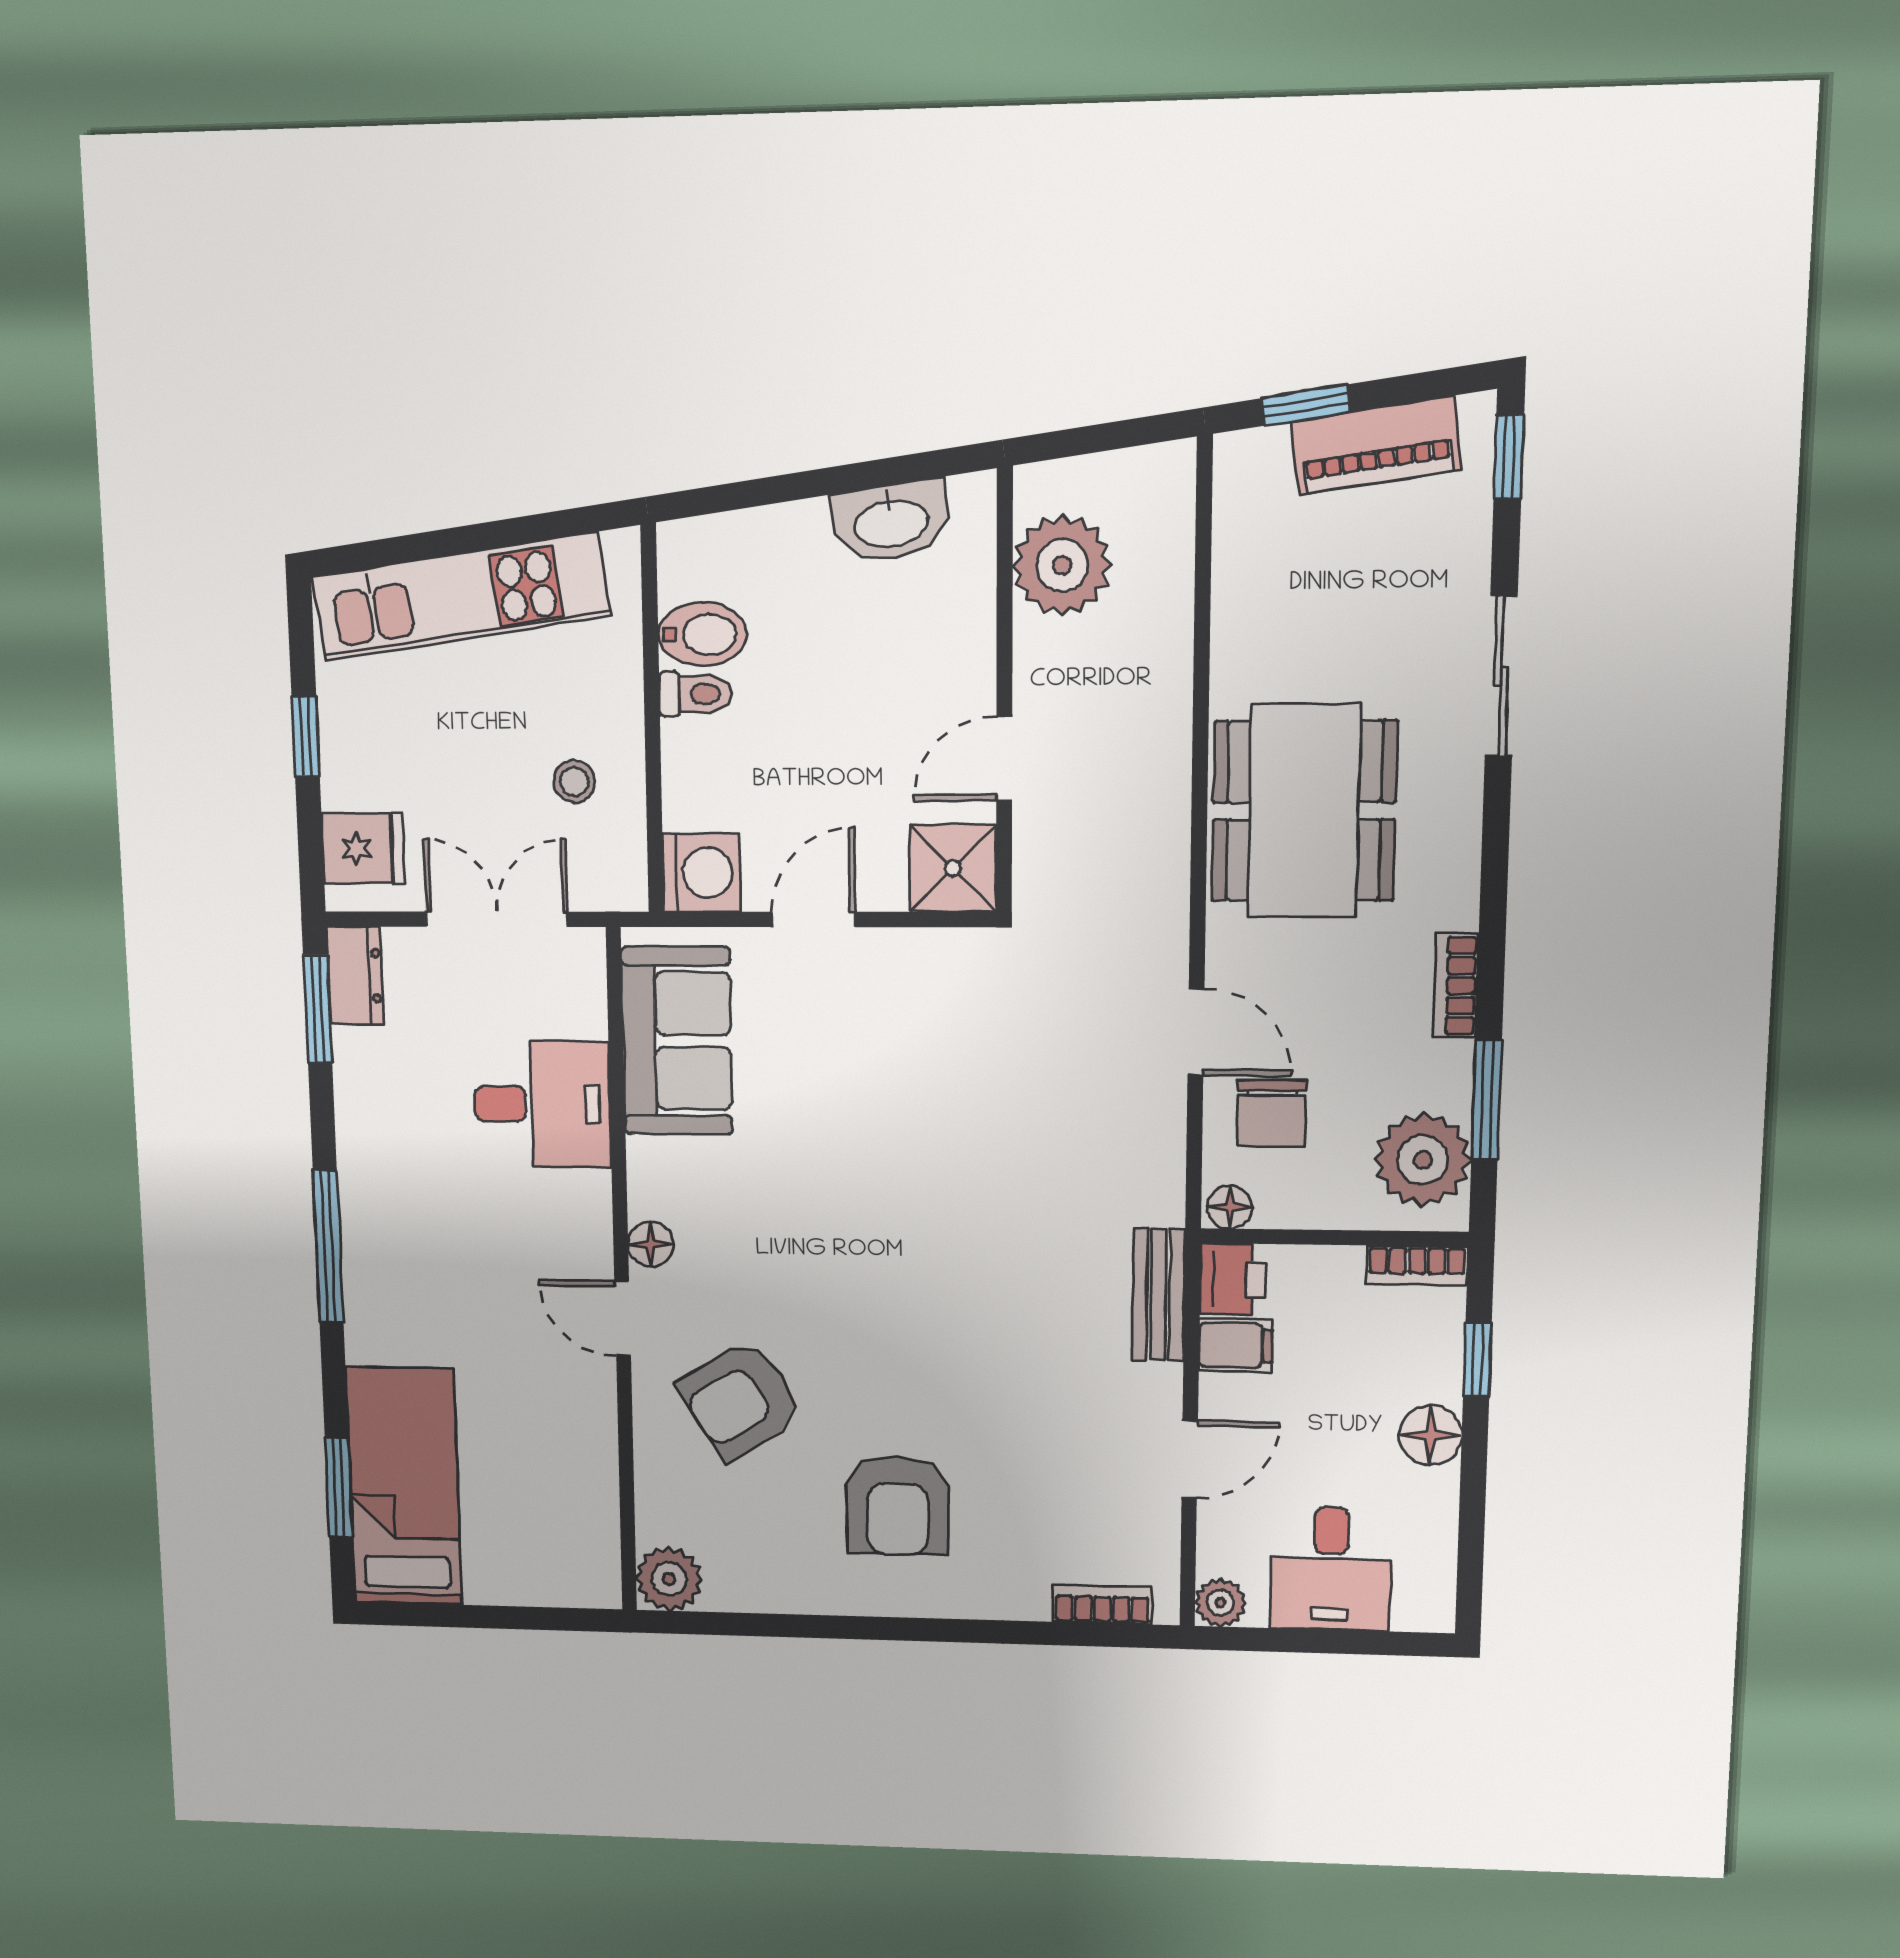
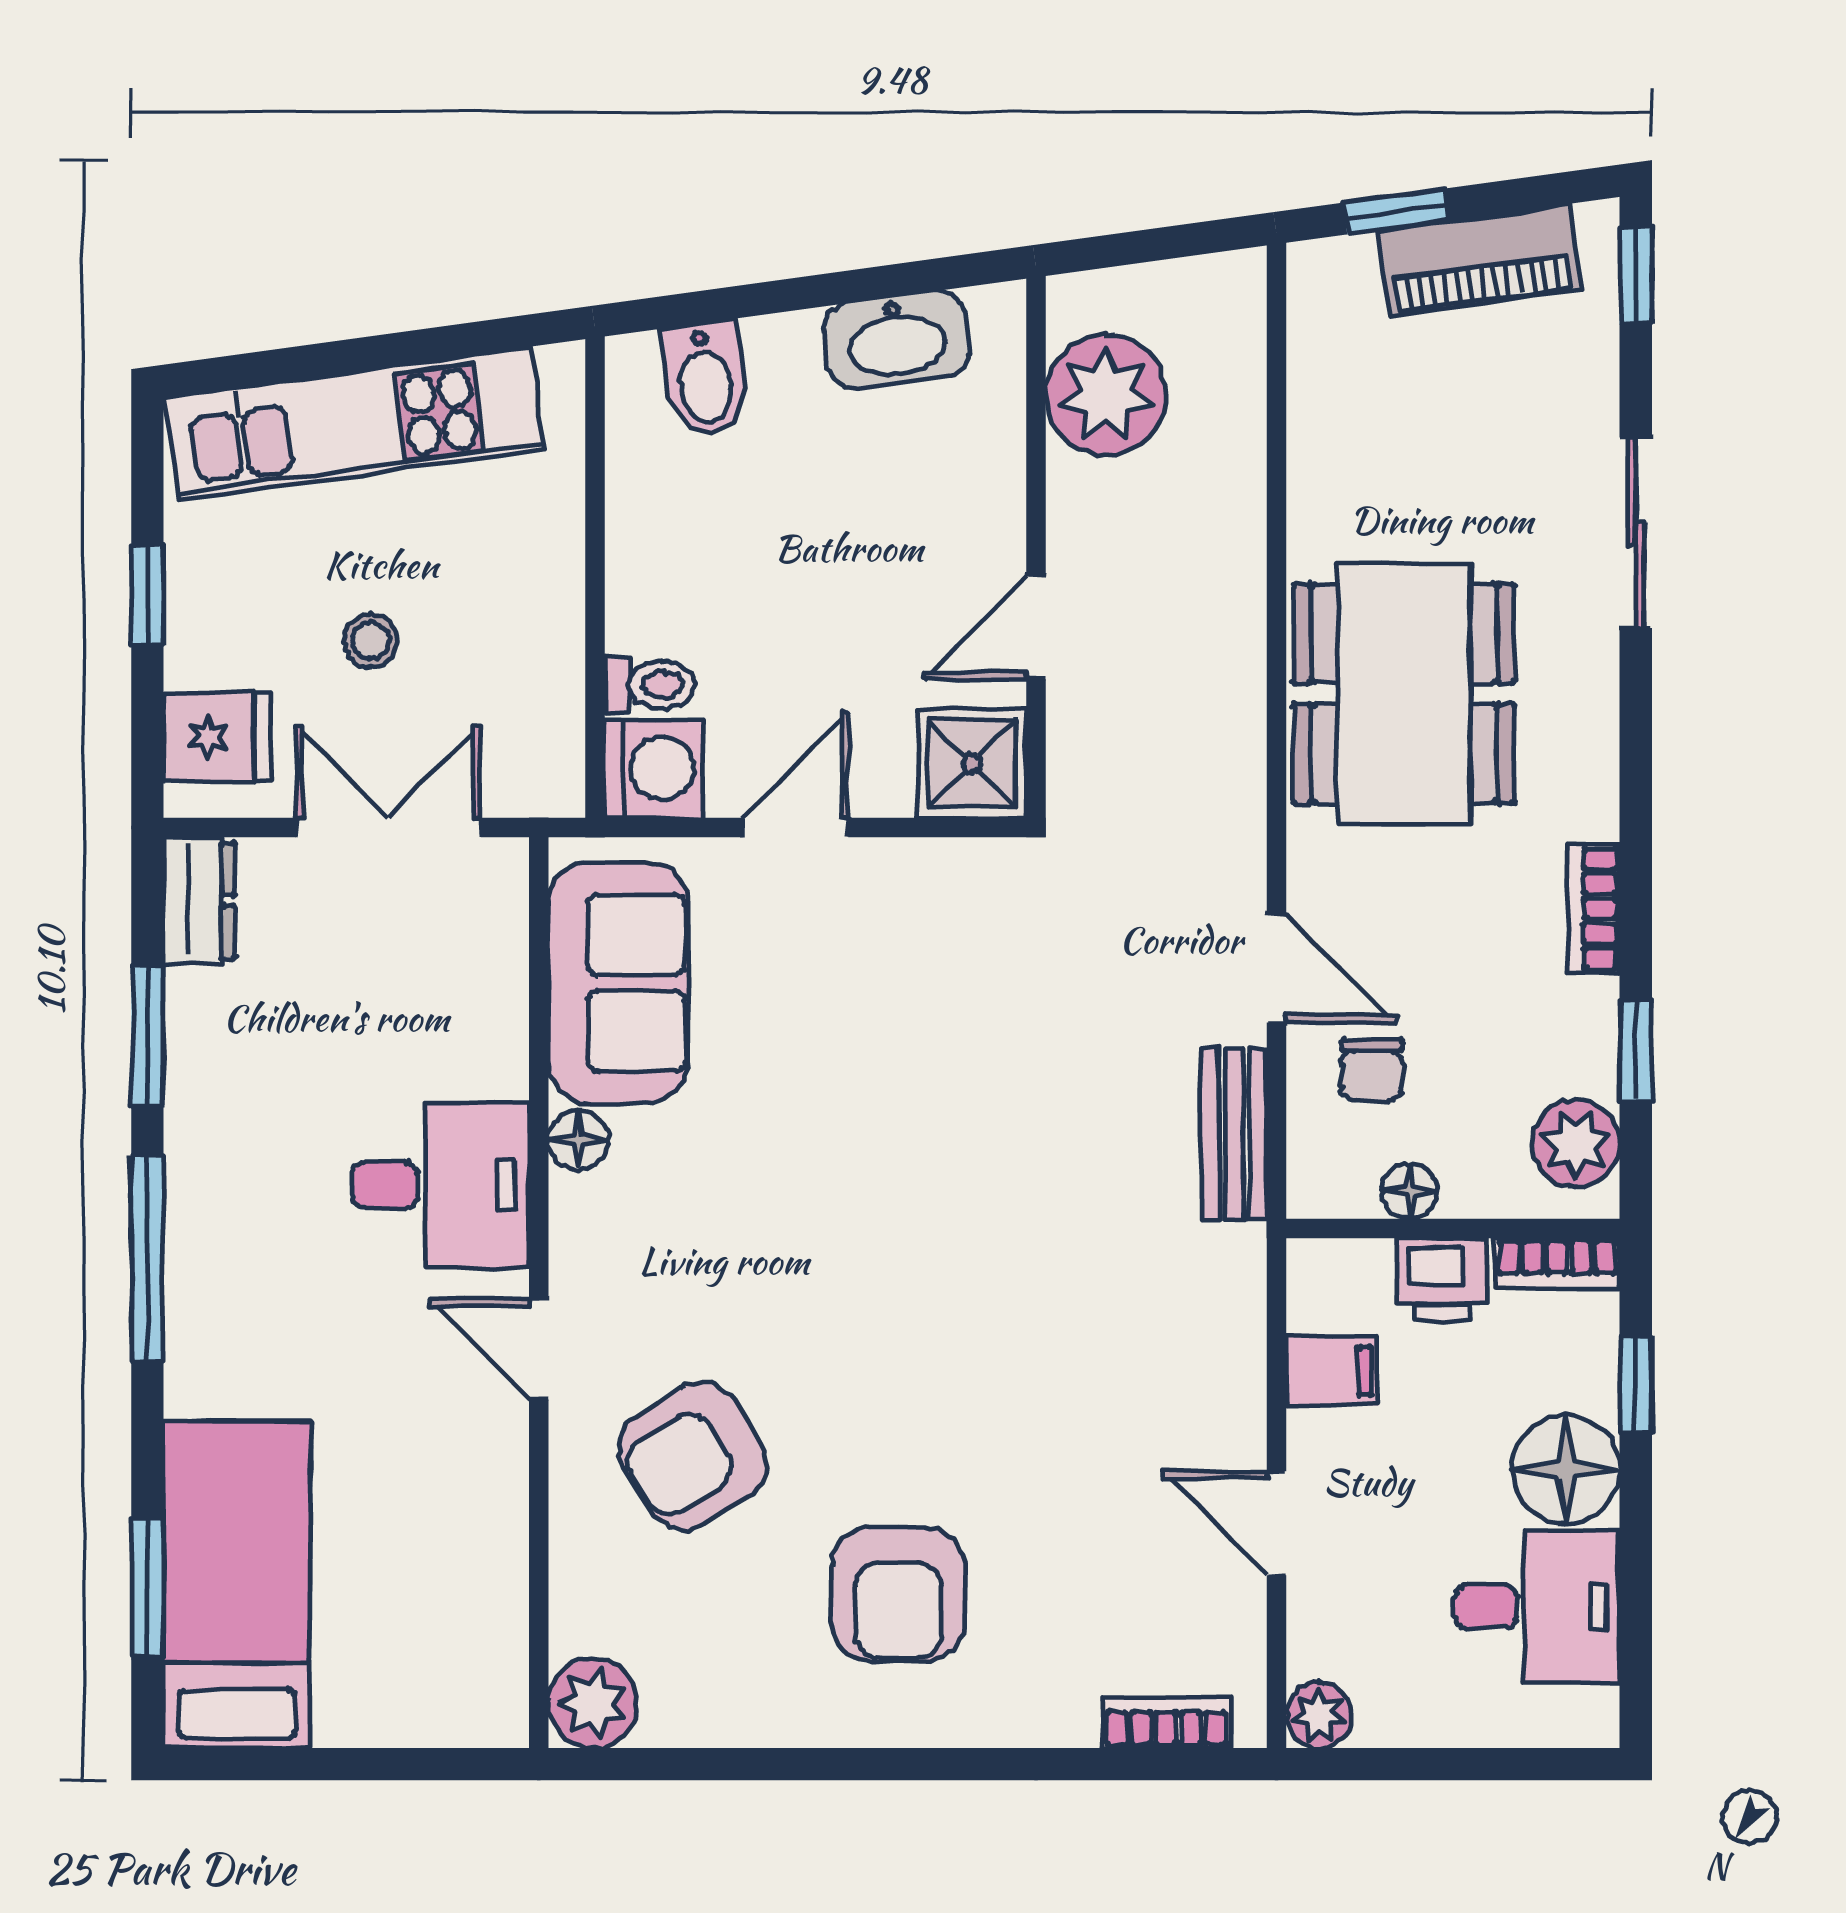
bidet: (702, 634) -> (705, 379), moved, turned 82
toilet: (695, 694) -> (650, 685), moved
stool: (574, 782) -> (371, 641), moved
window: (318, 1009) -> (147, 1036), moved
window: (1486, 1099) -> (1636, 1051), width x0.67
desk: (542, 1104) -> (440, 1185), moved
chair: (1271, 1113) -> (1372, 1070), width x0.73, depth x0.73
plant: (1423, 1160) -> (1576, 1144), width x0.73, depth x0.73
floor lamp: (1230, 1207) -> (1409, 1191), moved
floor lamp: (651, 1244) -> (578, 1140), moved
printer: (1233, 1279) -> (1442, 1279), moved, turned 90
bench: (1159, 1295) -> (1234, 1134), moved
floor lamp: (1430, 1435) -> (1566, 1469), width x1.38, depth x1.38
door: (1190, 1459) -> (1277, 1523), swing flipped
desk: (1331, 1569) -> (1537, 1607), moved, turned -90

